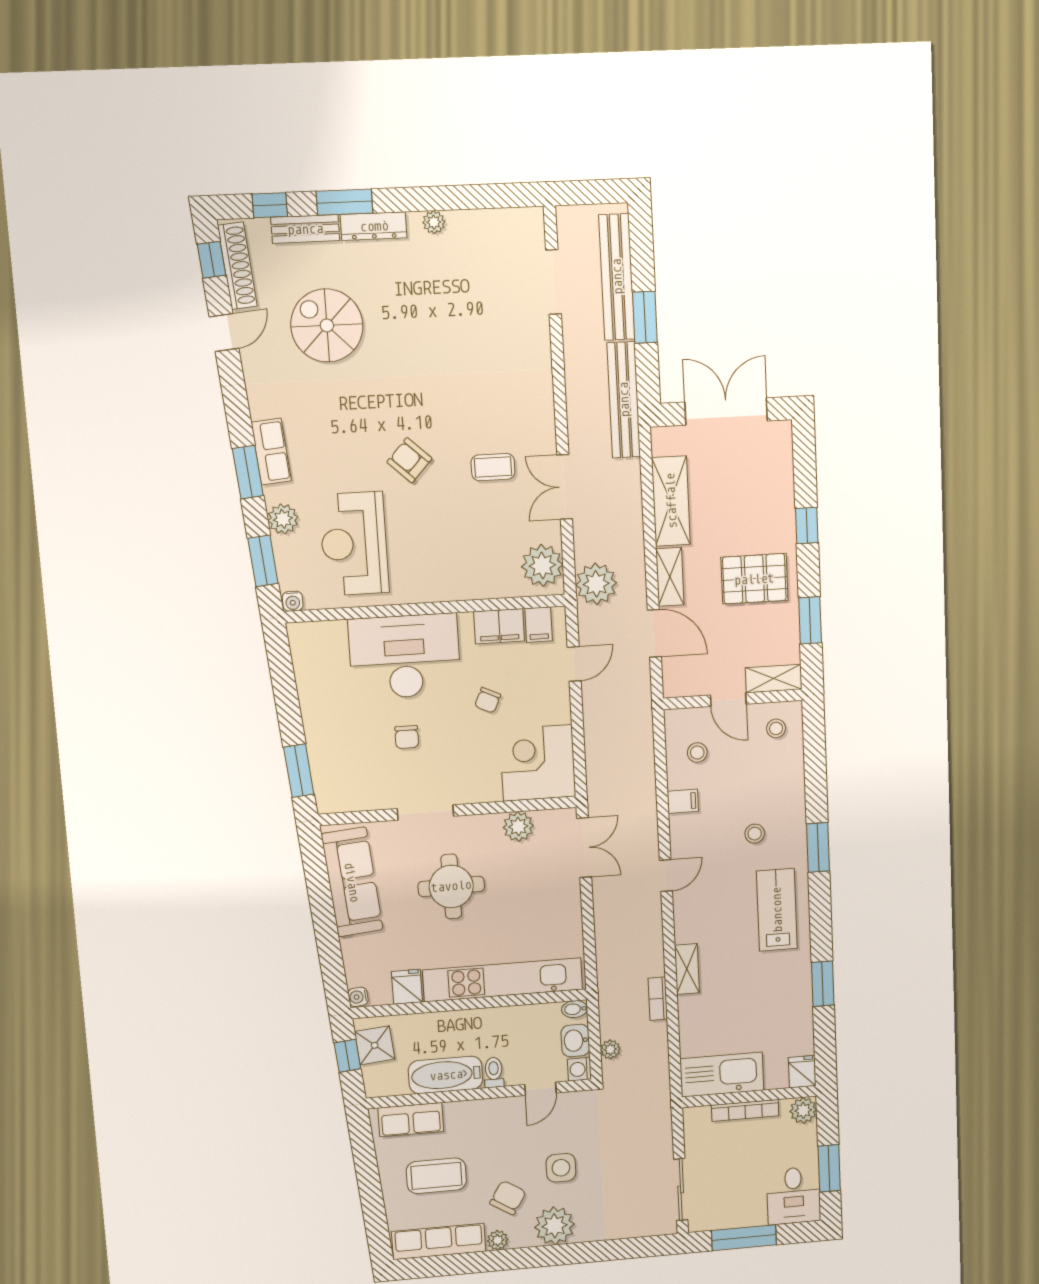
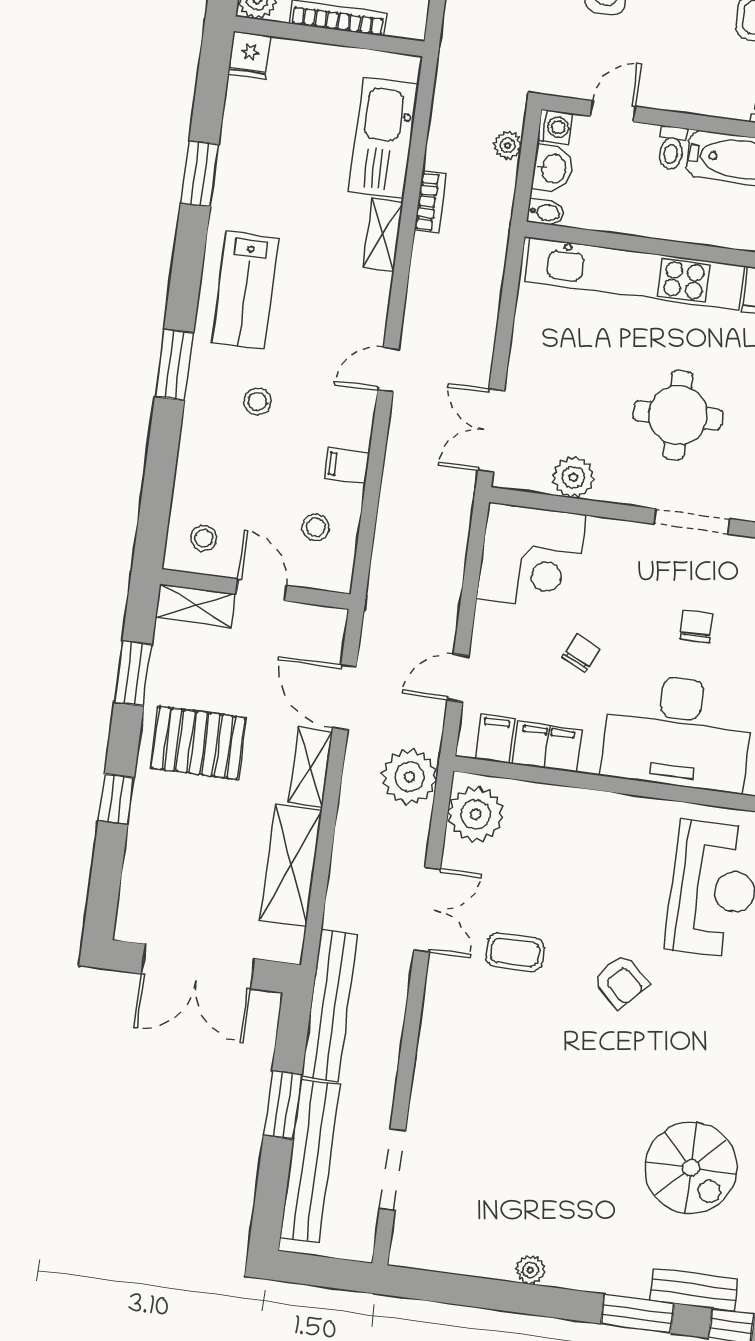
dresser: (374, 226) -> (607, 1278), removed
kitchen sink: (722, 1075) -> (384, 138), moved, turned 90

